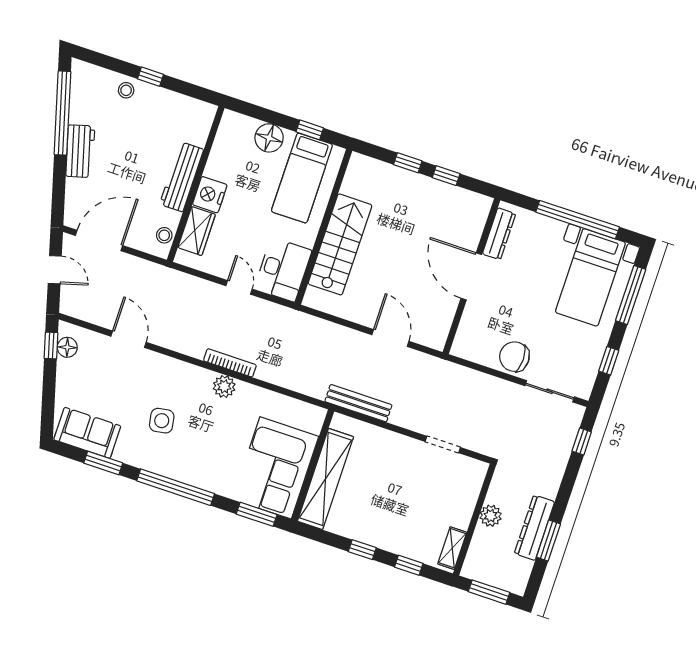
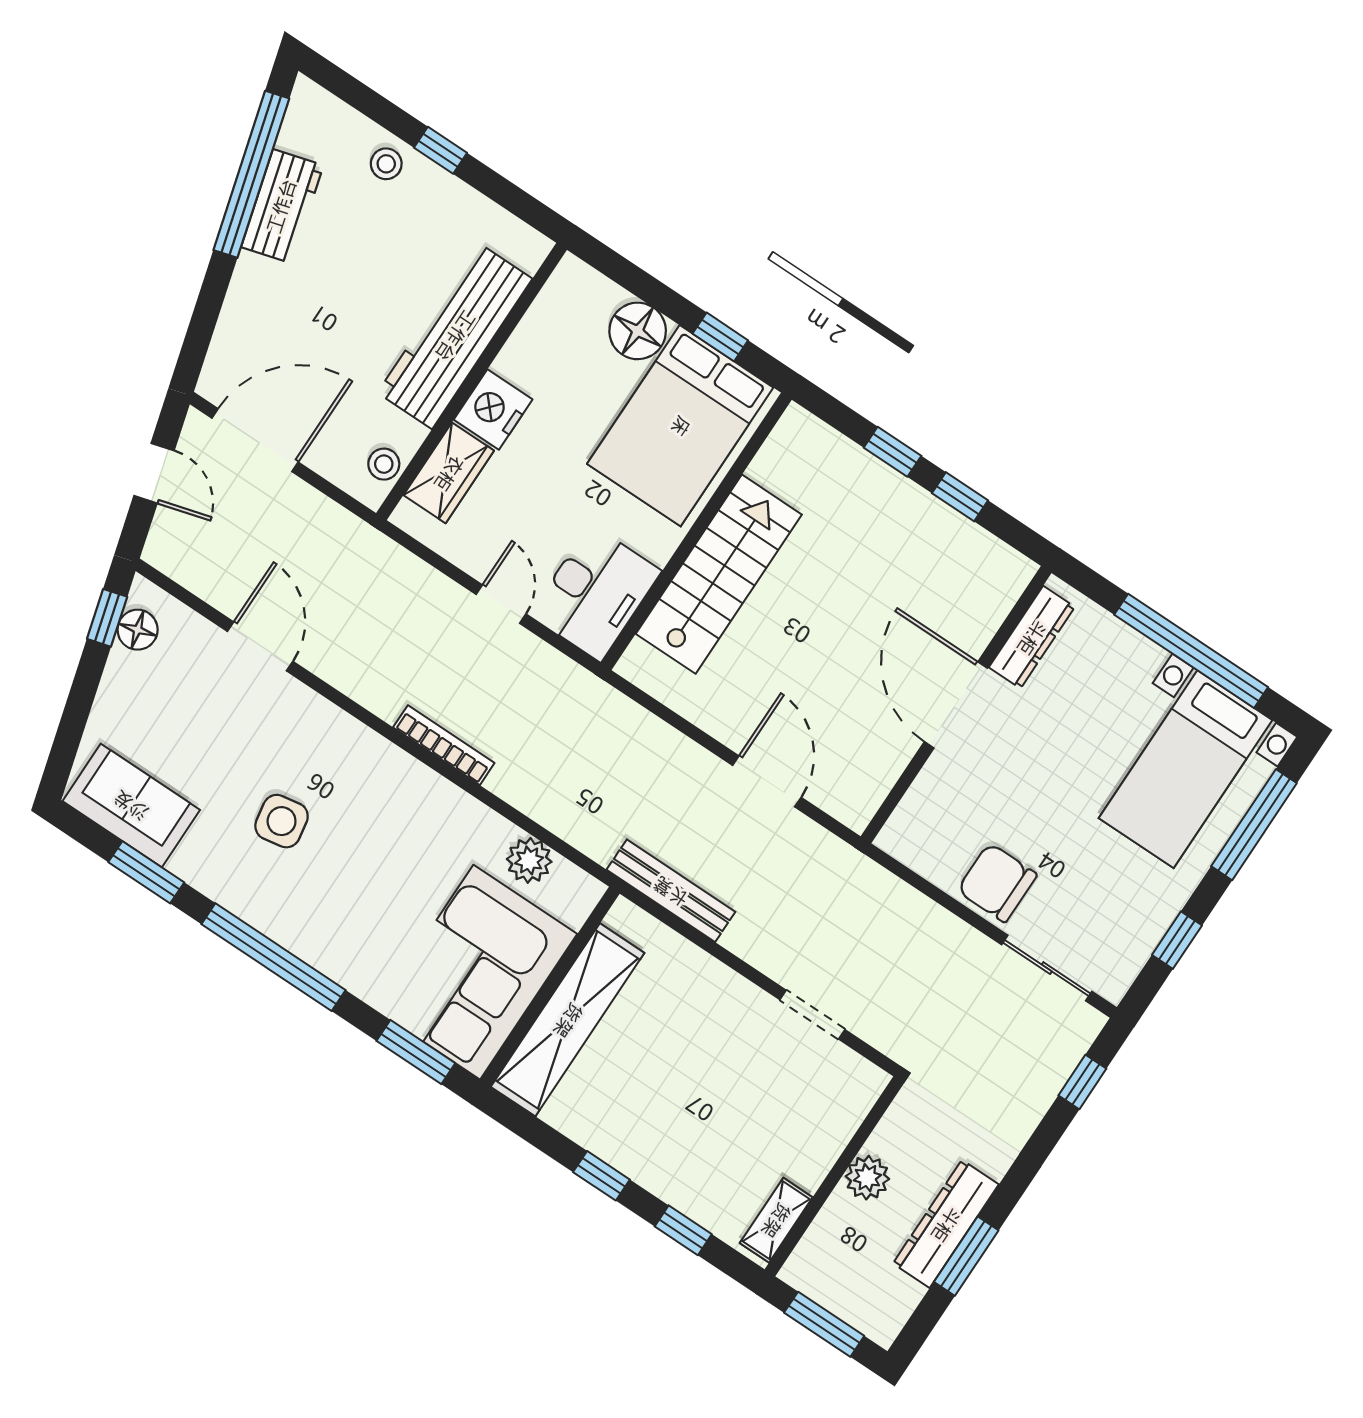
workbench: (80, 151) -> (282, 206), moved
workbench: (182, 177) -> (455, 336), width x1.36, depth x1.32
bed: (302, 178) -> (680, 426), width x1.50
plant: (224, 386) -> (529, 860), moved

